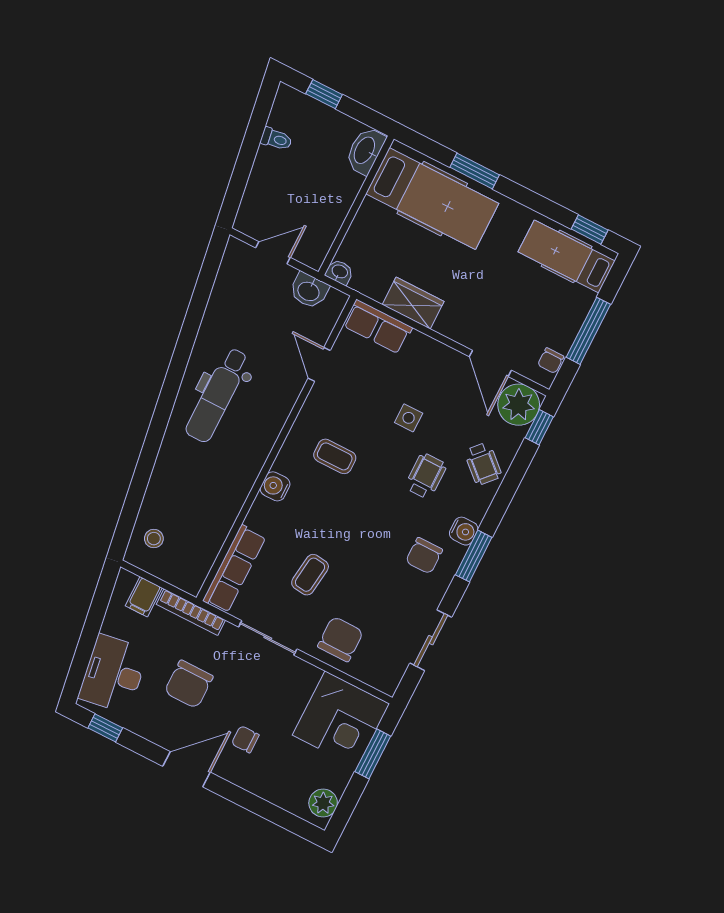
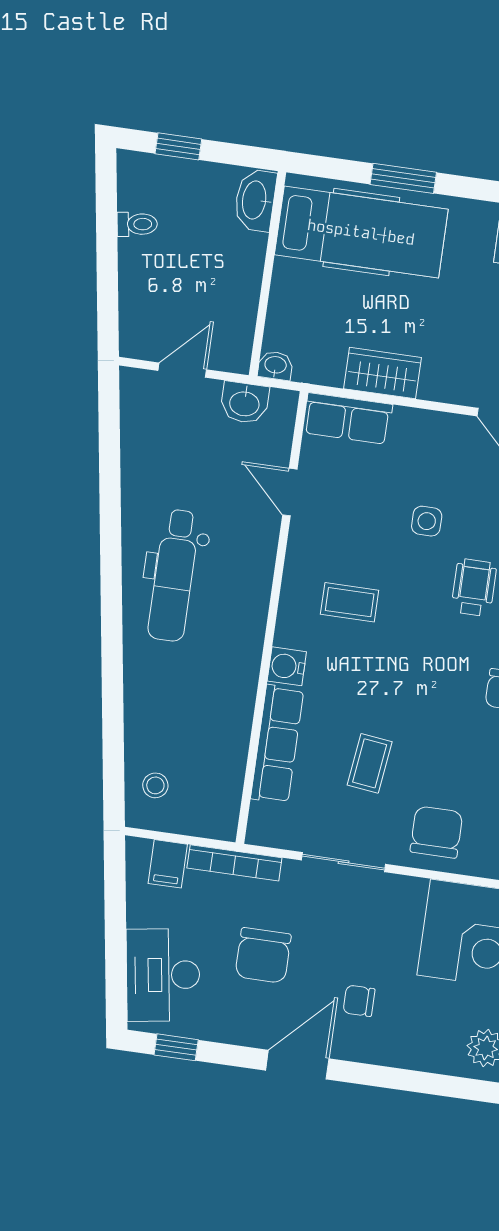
row of seats: (234, 569) -> (277, 744), moved

